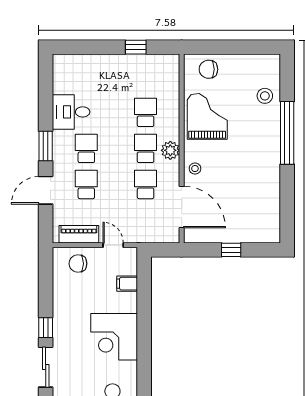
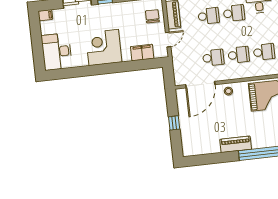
plant: (170, 150) -> (239, 72), removed
piano: (271, 167) -> (236, 144), added
filing cabinet: (127, 284) -> (142, 52), width x2.00

